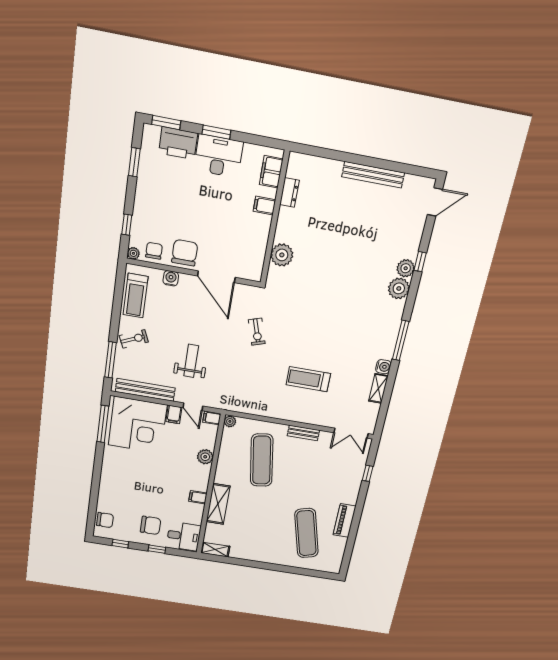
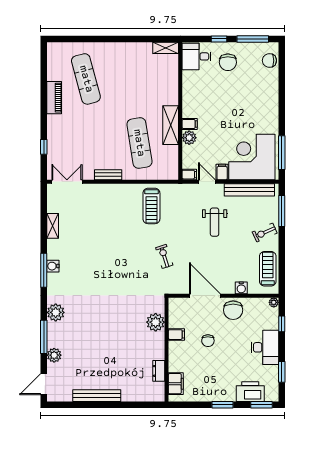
desk: (218, 156) -> (265, 347), moved, turned -90
filing cabinet: (264, 206) -> (176, 335), moved
chair: (154, 251) -> (208, 341), moved
window: (420, 262) -> (44, 337), width x2.17
plant: (406, 268) -> (54, 355), moved
water cooler: (383, 367) -> (53, 266), moved
treadmill: (308, 379) -> (151, 206), moved, turned 90
plant: (230, 421) -> (173, 174), removed
filing cabinet: (198, 497) -> (190, 124), moved
shelving: (218, 504) -> (171, 125), moved
chair: (151, 525) -> (228, 62), turned -90
window: (120, 544) -> (253, 39), width x2.17

